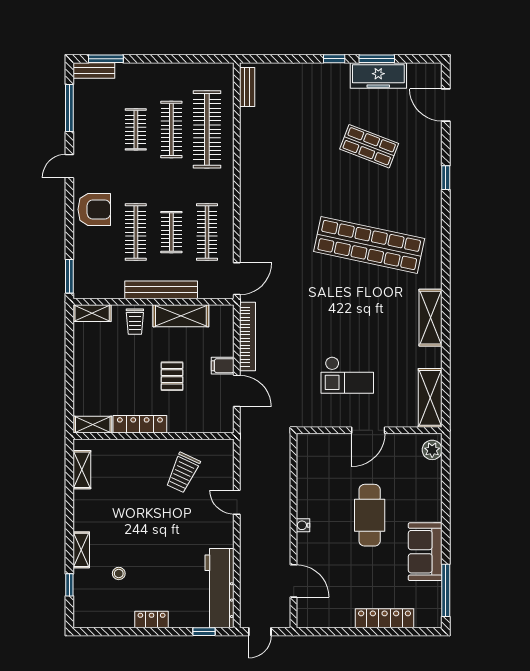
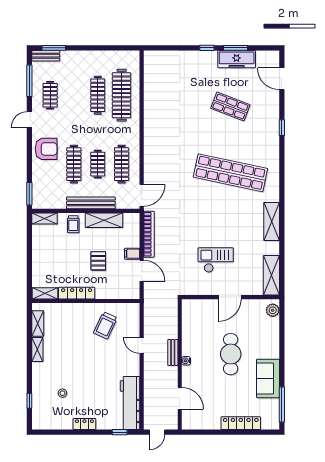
bench: (247, 87) -> (173, 353), moved
clothes rail: (136, 129) -> (50, 95), moved
checkout: (347, 375) -> (216, 260), turned 180
shelving: (81, 550) -> (37, 349), moved

